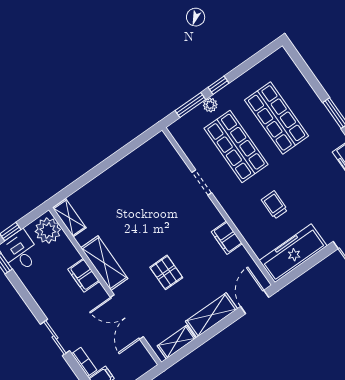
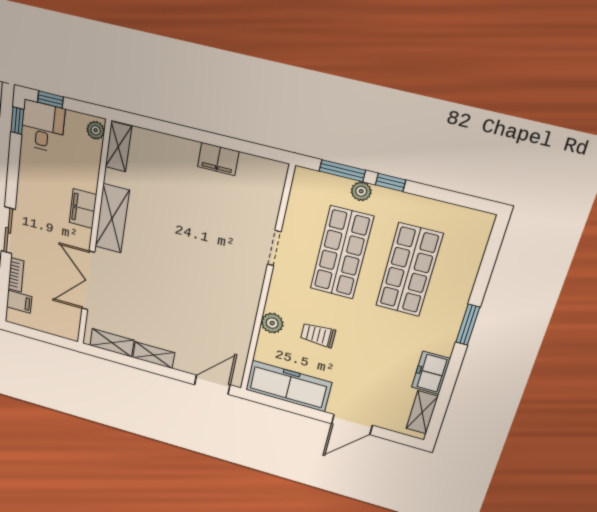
trolley: (274, 205) -> (318, 335), turned -90
plant: (245, 226) -> (272, 323), added
plant: (48, 230) -> (96, 130), width x0.53, depth x0.53
filing cabinet: (227, 238) -> (218, 159), moved, turned -90
pallet: (166, 272) -> (160, 284), removed
shelving: (211, 315) -> (154, 355), width x0.67, depth x0.75

